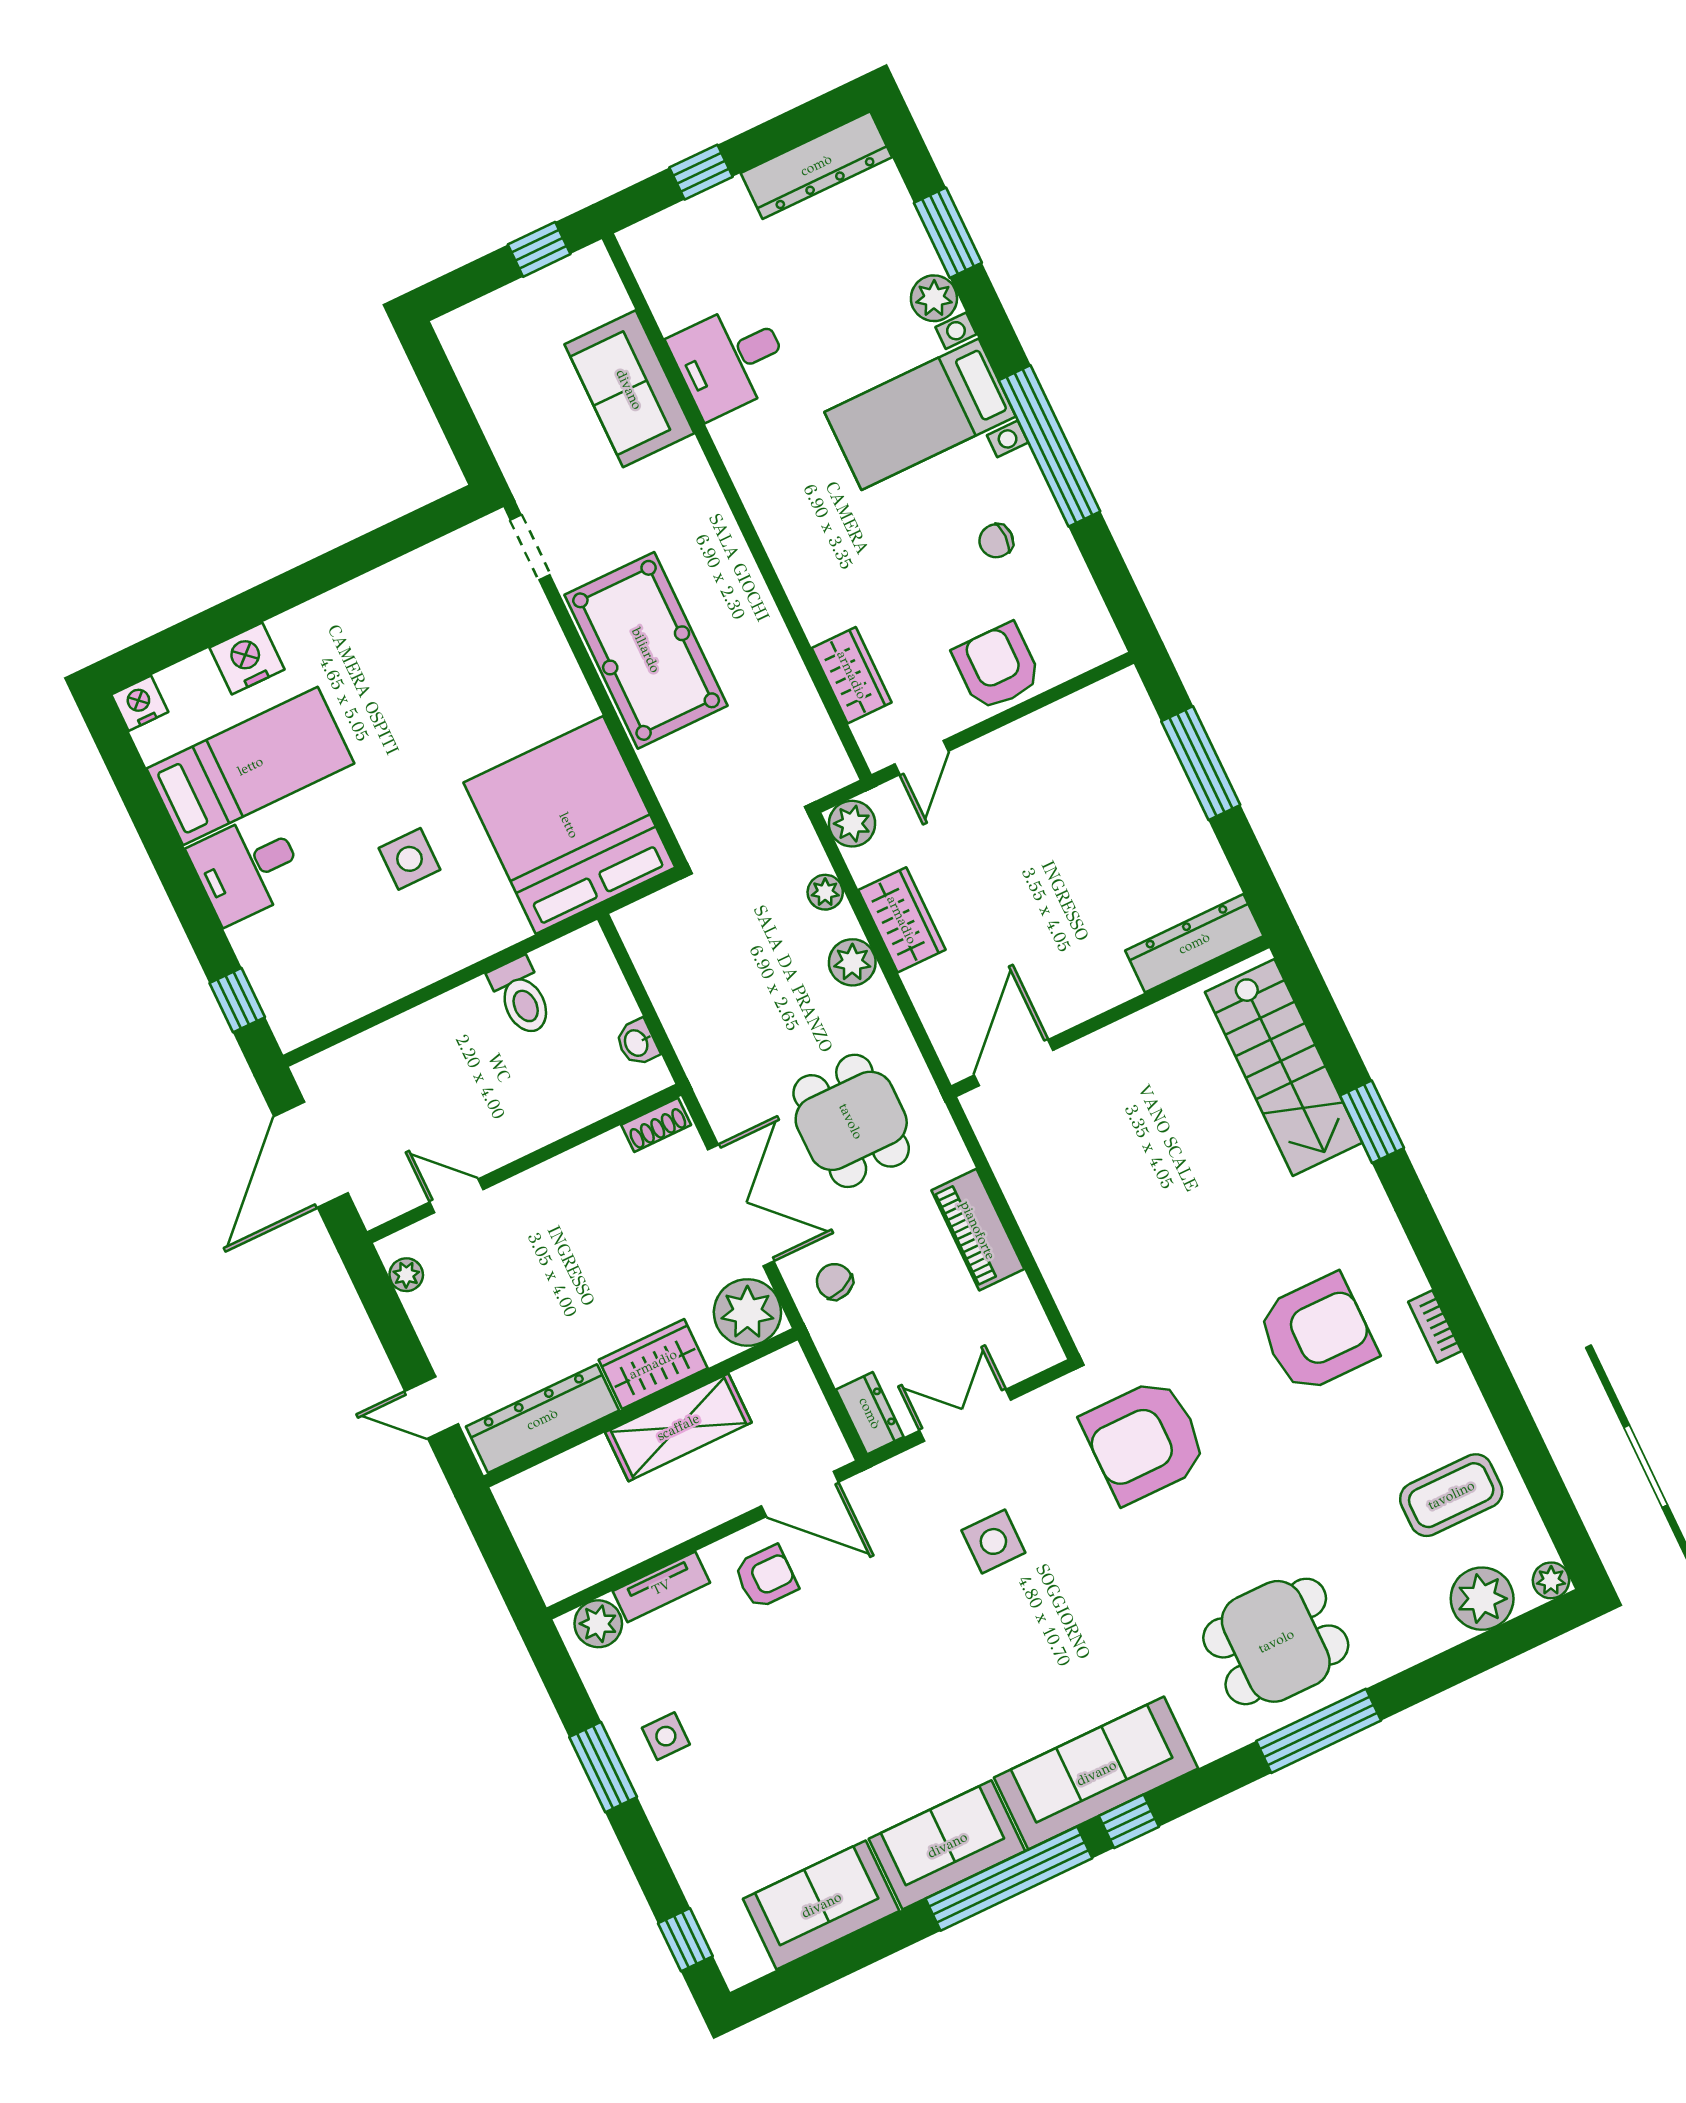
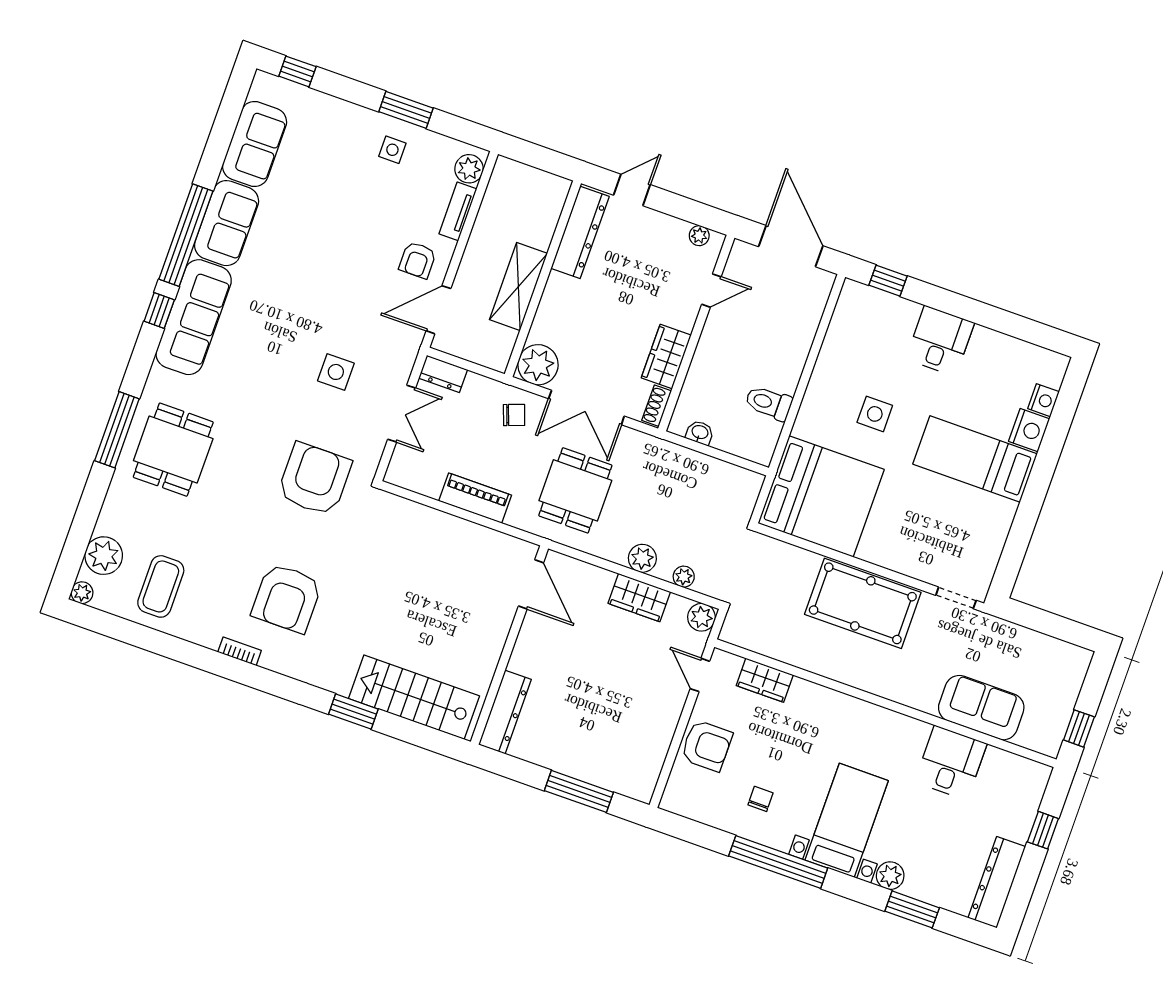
nightstand: (140, 703) -> (1043, 400), moved
bed: (250, 766) -> (975, 459), moved, turned 90
dining table: (851, 1121) -> (575, 490), turned 90
wardrobe: (653, 1364) -> (666, 357), moved, turned 180

